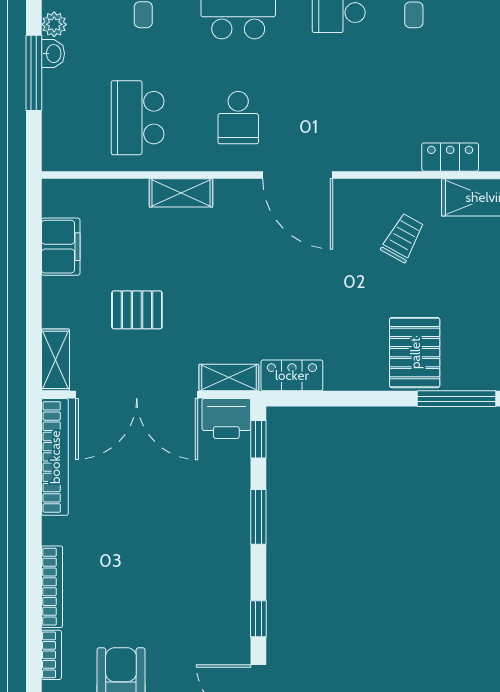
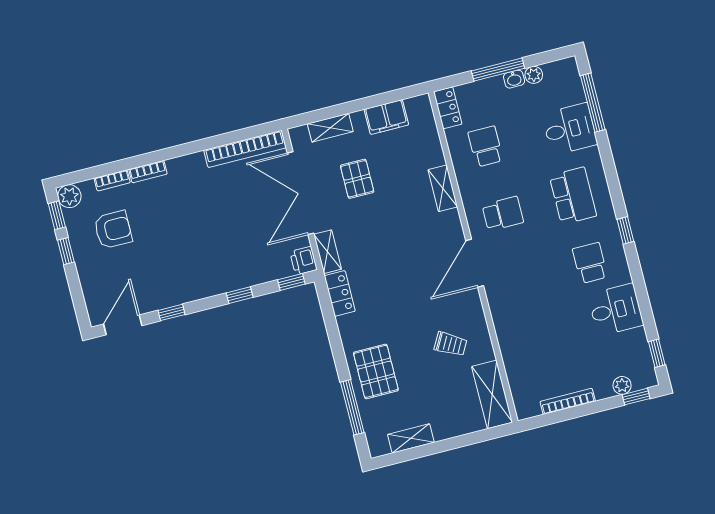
school desk: (138, 118) -> (486, 146), width x0.54
school desk: (238, 118) -> (503, 214), turned 180
locker: (450, 157) -> (448, 108), moved
pallet: (415, 353) -> (376, 371), turned 90
shelving: (55, 360) -> (330, 128), moved
printer: (226, 418) -> (304, 261), width x0.73, depth x0.81
window: (258, 517) -> (240, 295), width x0.67
bookcase: (52, 587) -> (148, 172), width x0.64

